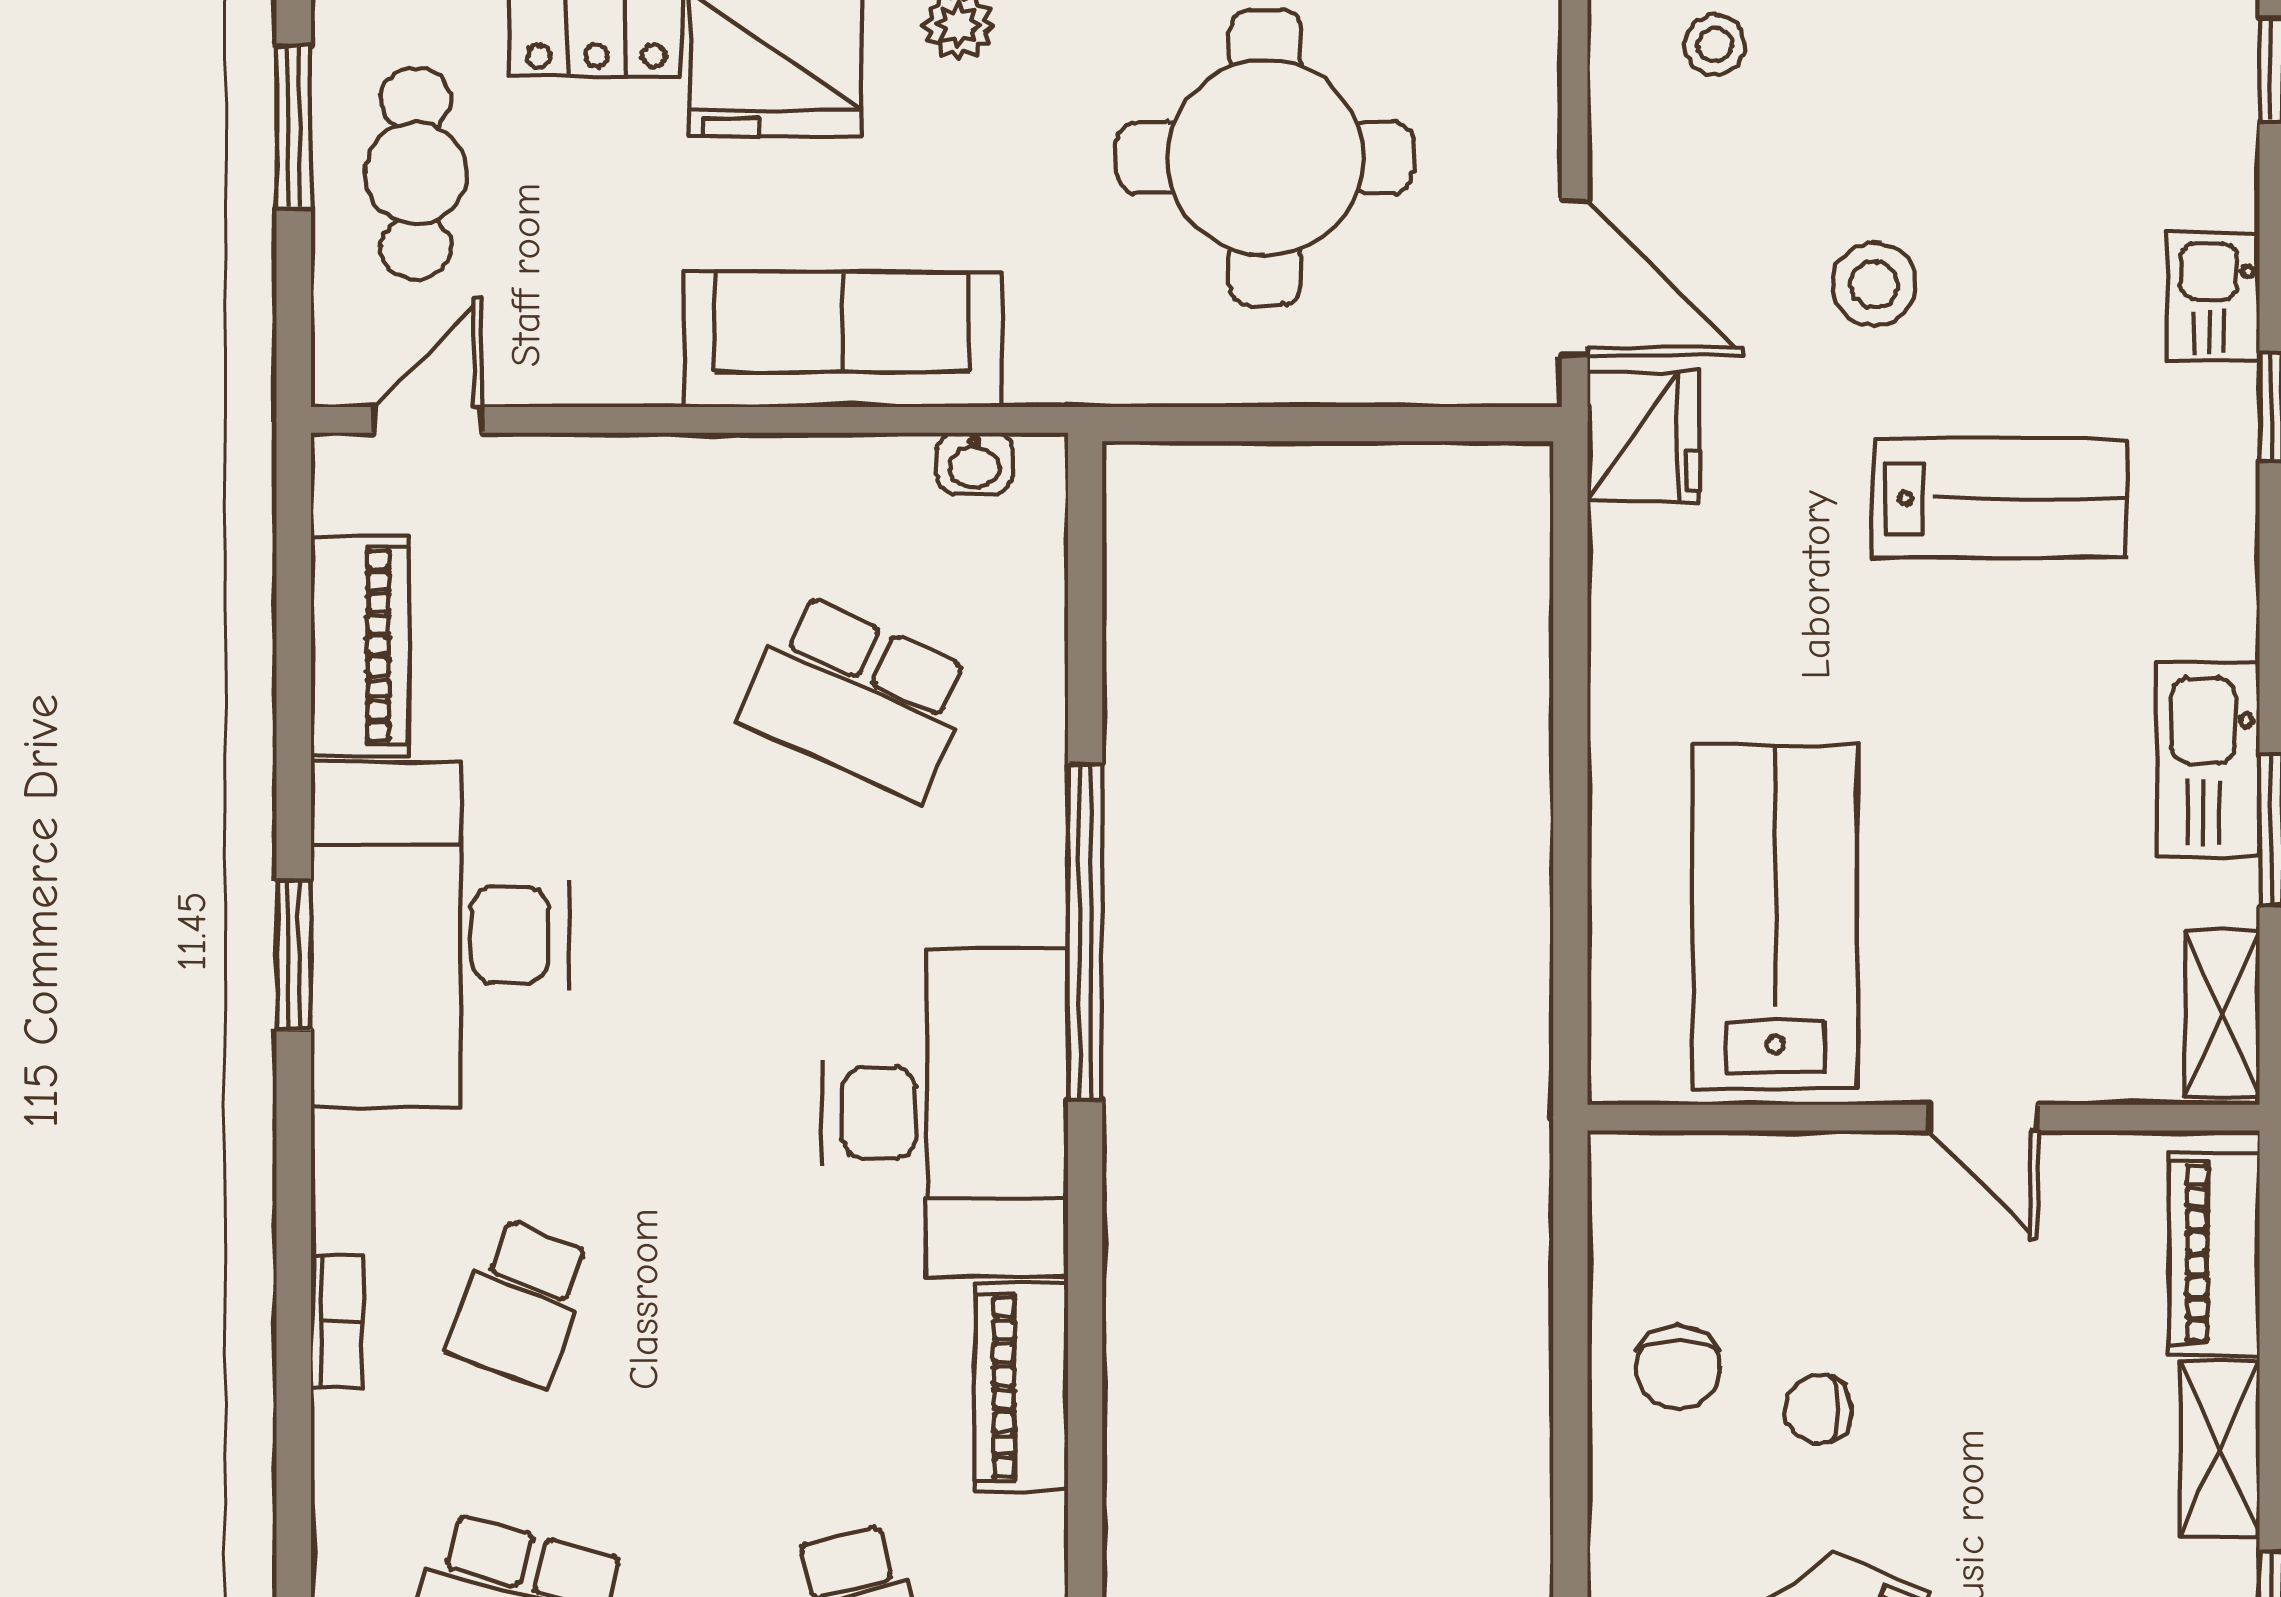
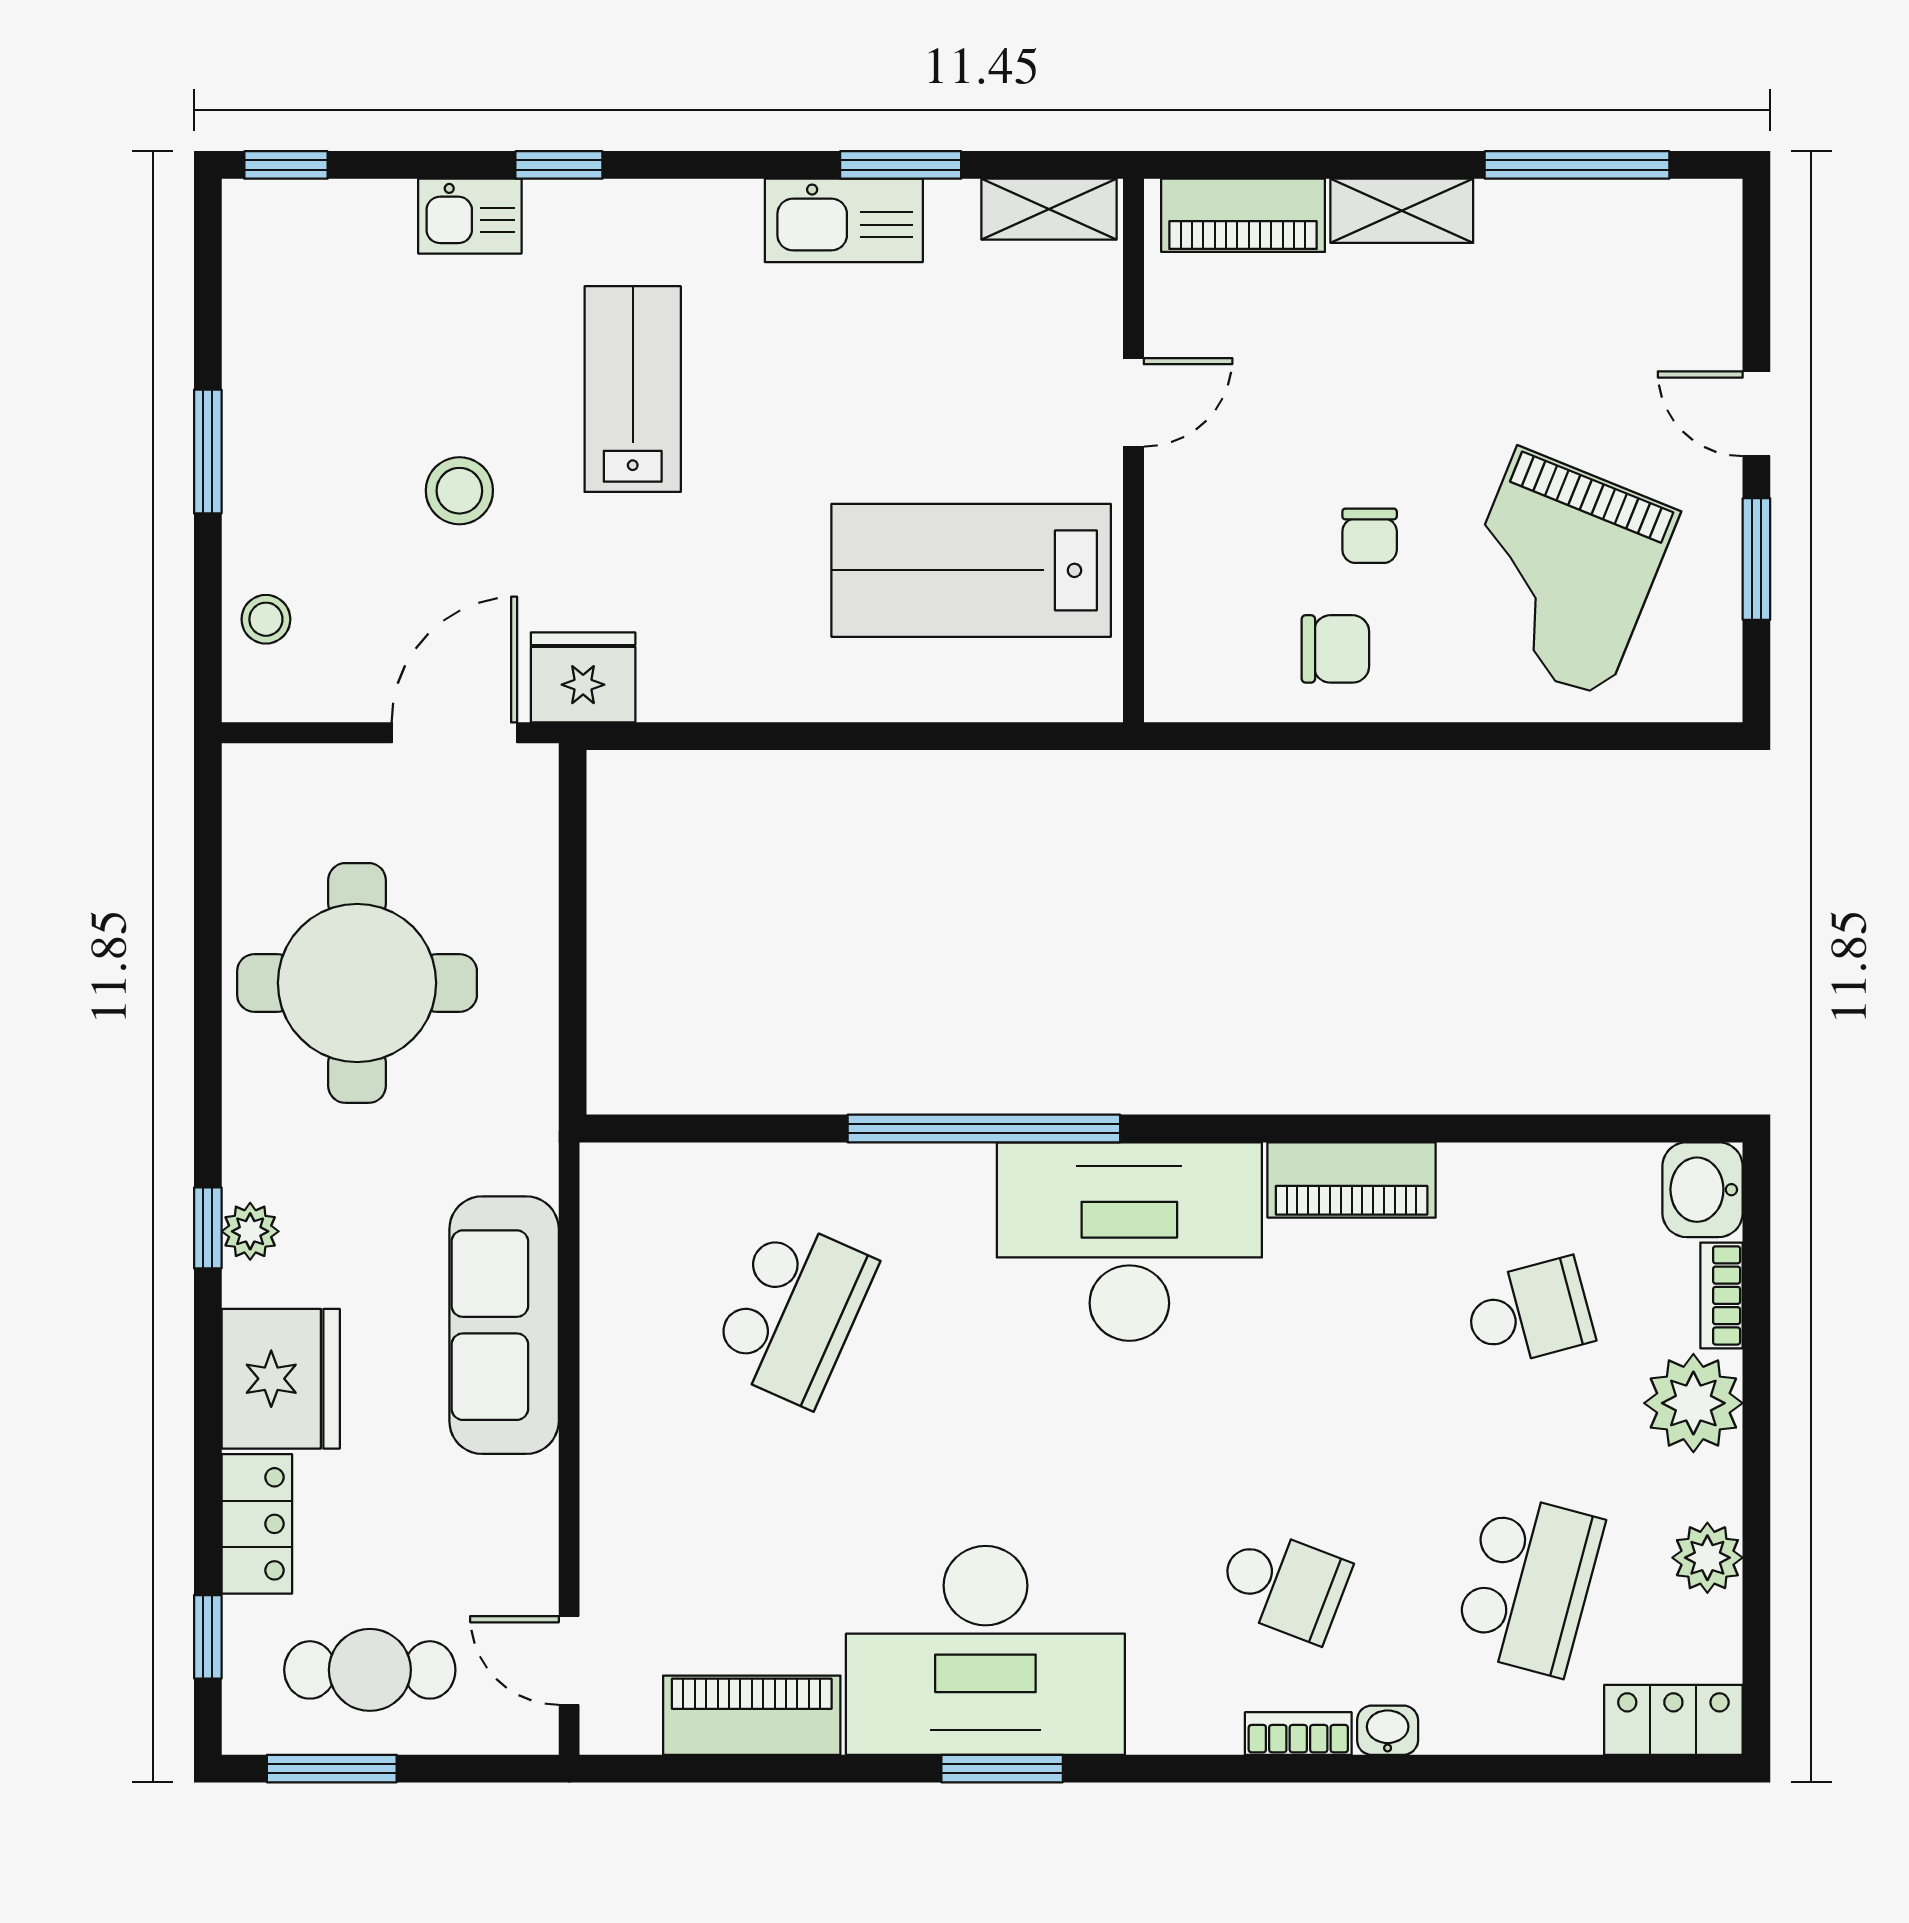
washbasin: (974, 463) -> (1388, 1730), moved, turned -90

